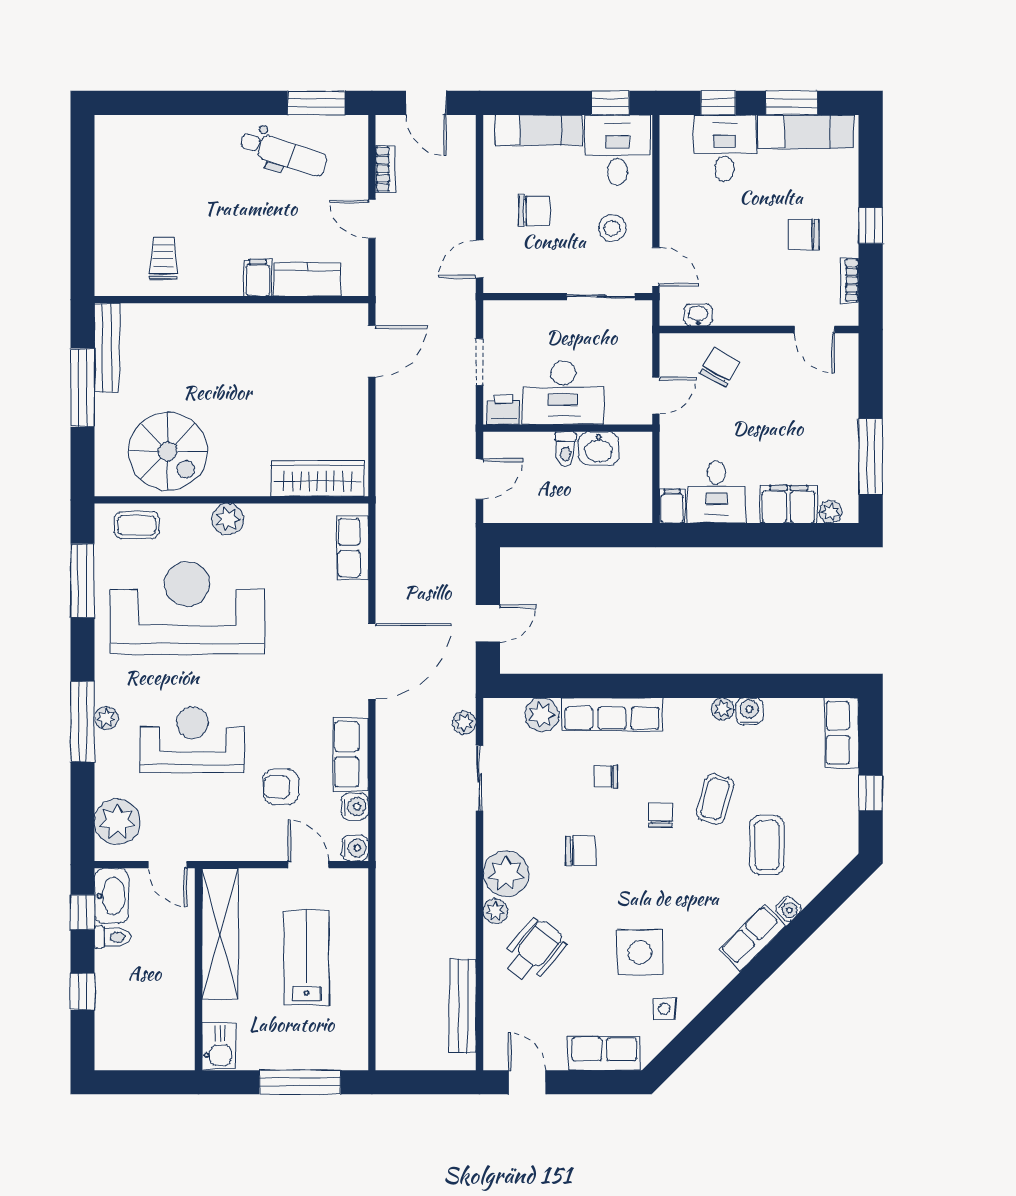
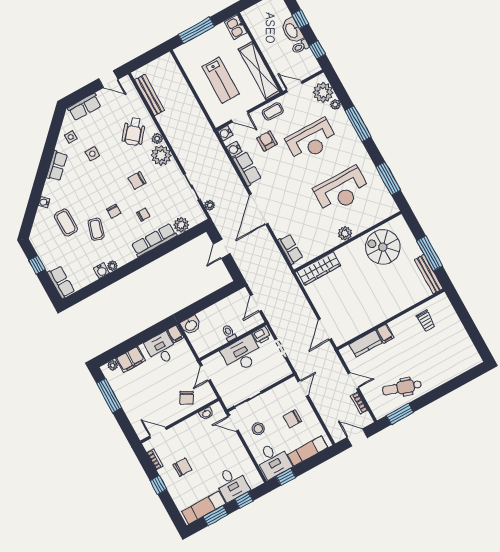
washbasin: (599, 449) -> (191, 325), moved, turned 180
coffee table: (137, 525) -> (273, 111), moved
reception desk: (187, 608) -> (342, 190), width x0.74, depth x0.77
plant: (106, 718) -> (335, 105), moved
armchair: (281, 787) -> (267, 141), turned -90
washbasin: (111, 896) -> (292, 30), moved
row of seats: (752, 938) -> (57, 166), moved
side table: (640, 952) -> (92, 154), width x0.54, depth x0.54

